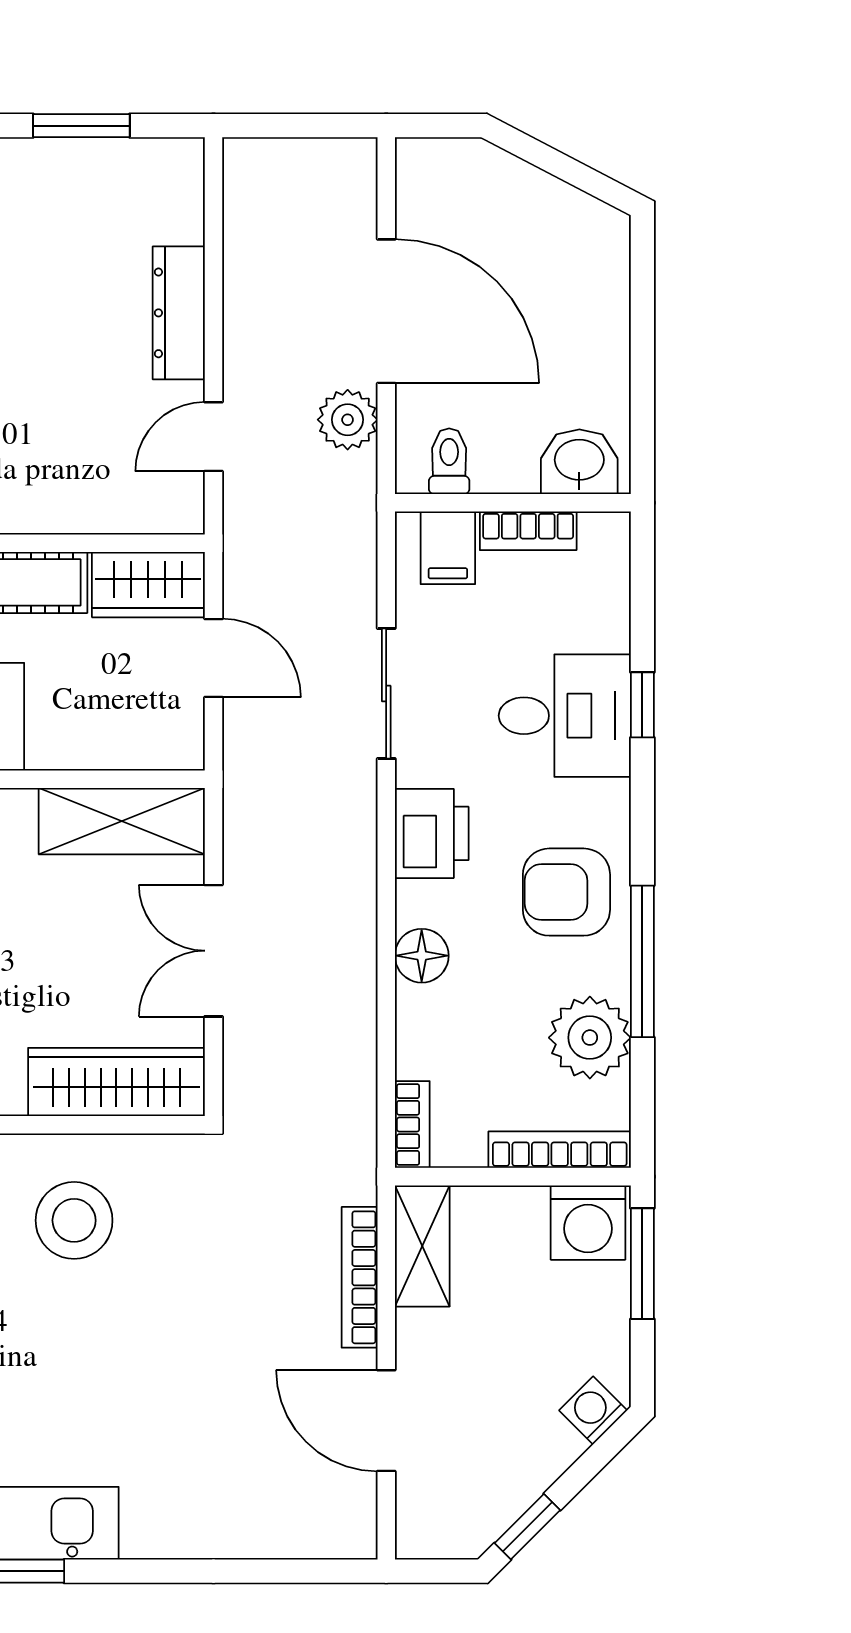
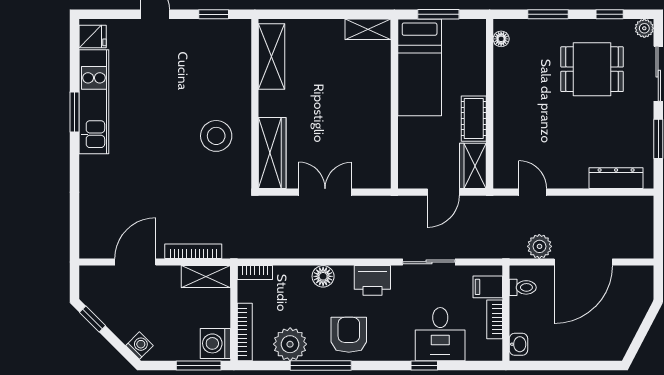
dresser: (179, 313) -> (616, 178), moved
washbasin: (579, 462) -> (518, 344), width x0.72, depth x0.69
desk: (565, 716) -> (440, 334), moved
shelving: (122, 821) -> (377, 155), removed

